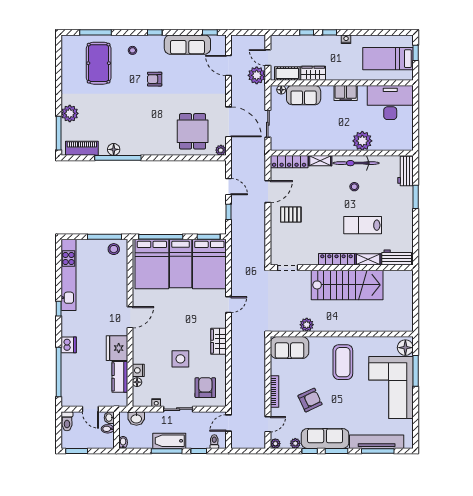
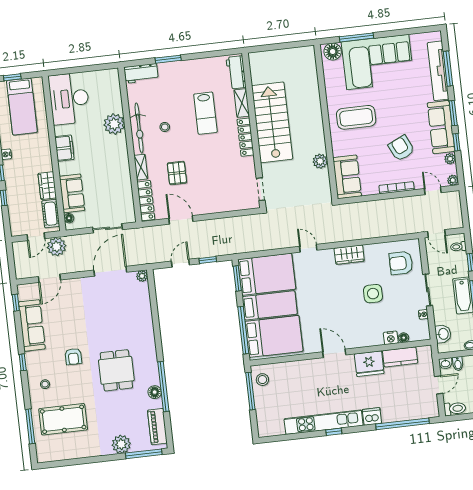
dining table: (193, 131) -> (116, 370), moved, turned 90
pallet: (291, 215) -> (177, 173), moved
kitchen unit: (68, 275) -> (324, 422), moved

